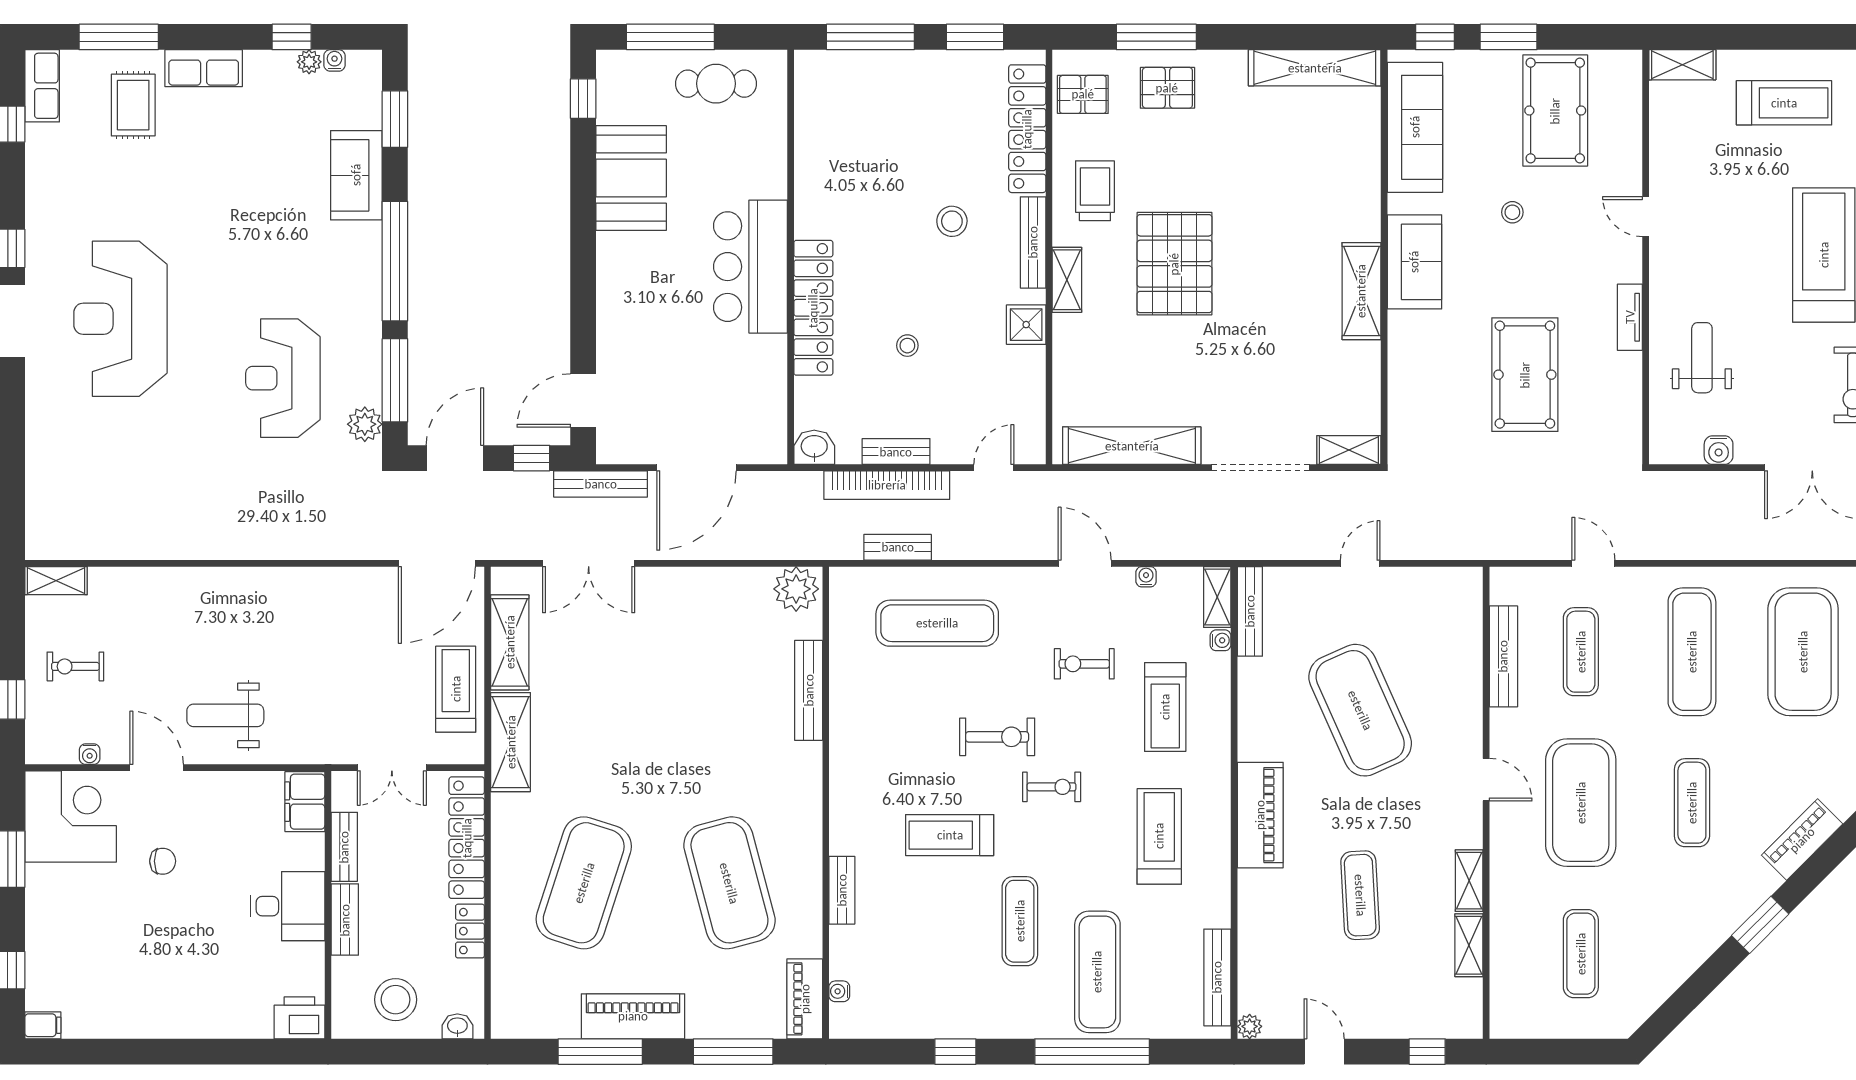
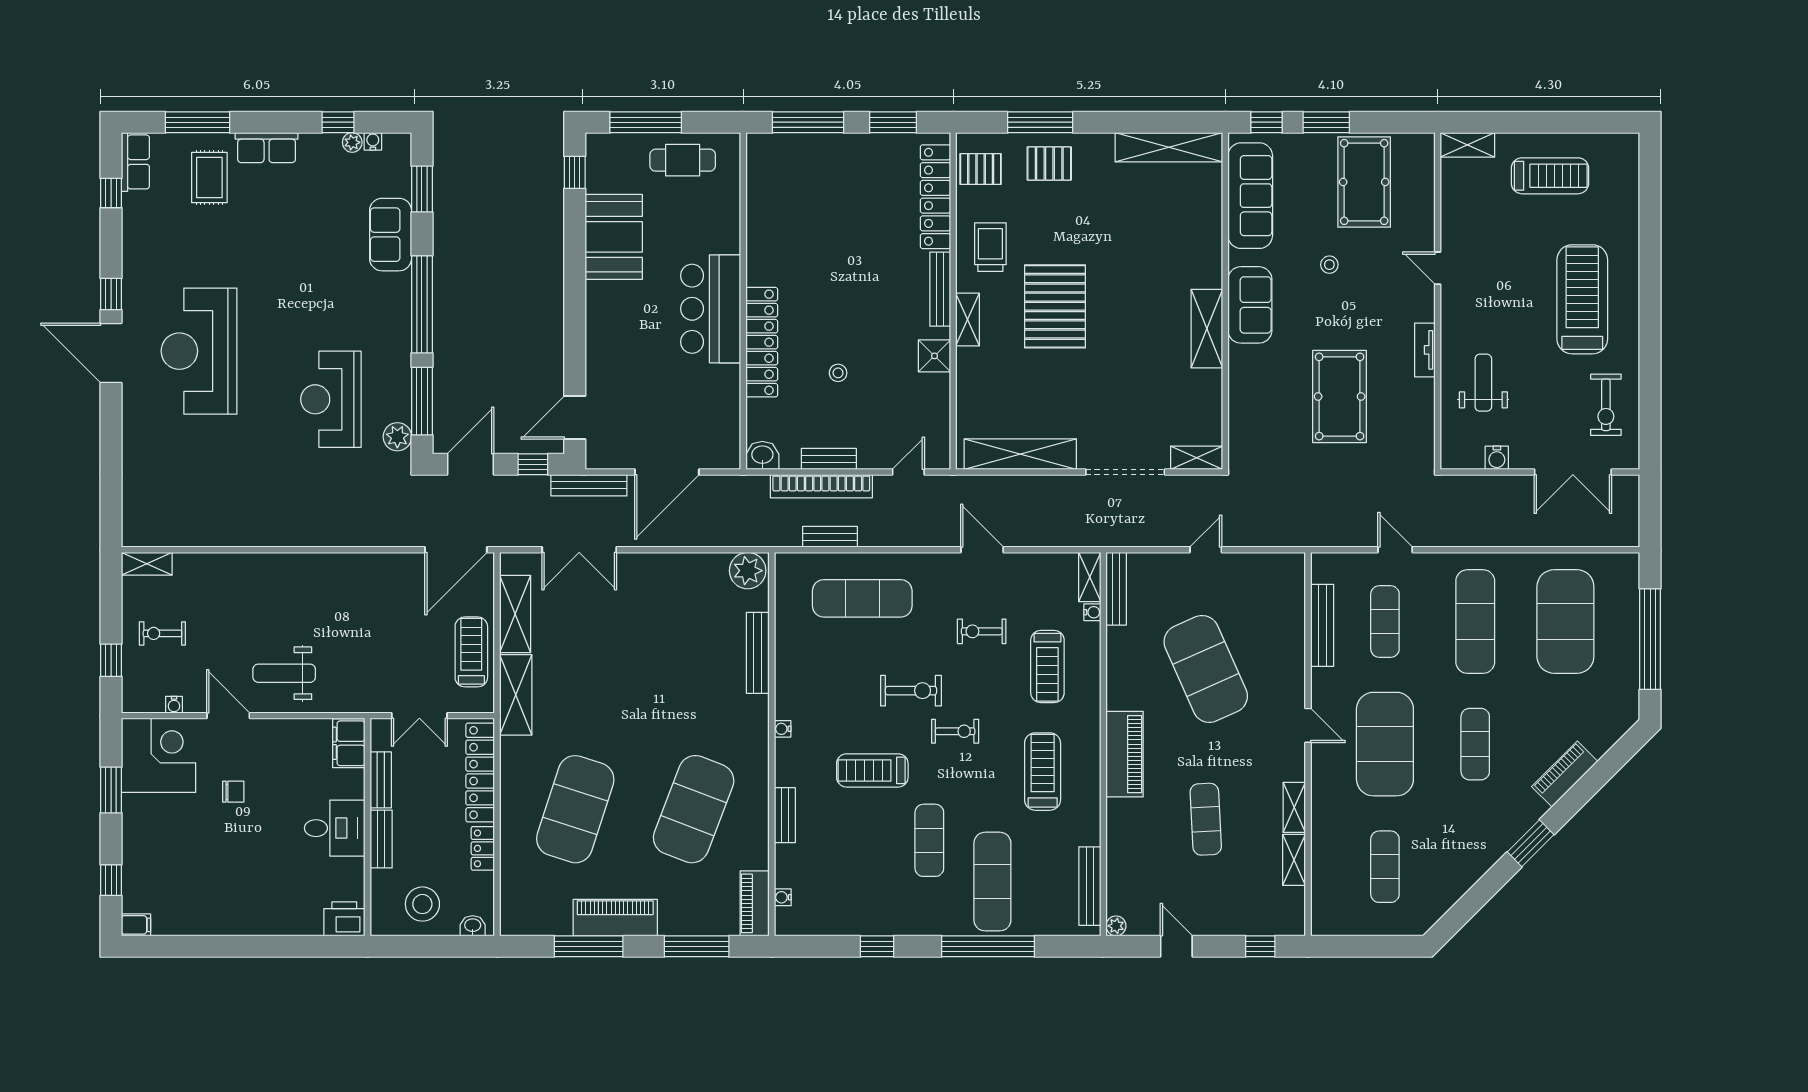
stool: (952, 221) -> (874, 272), removed
water cooler: (1146, 577) -> (783, 729), moved, turned -90
exercise mat: (729, 883) -> (694, 809), turned 36

